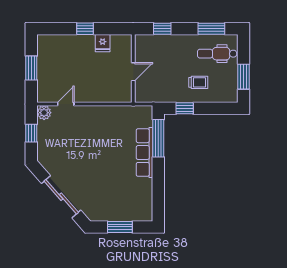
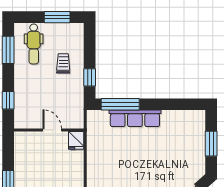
fridge: (103, 43) -> (76, 140), moved, turned 90

